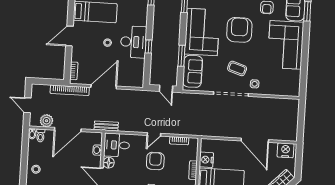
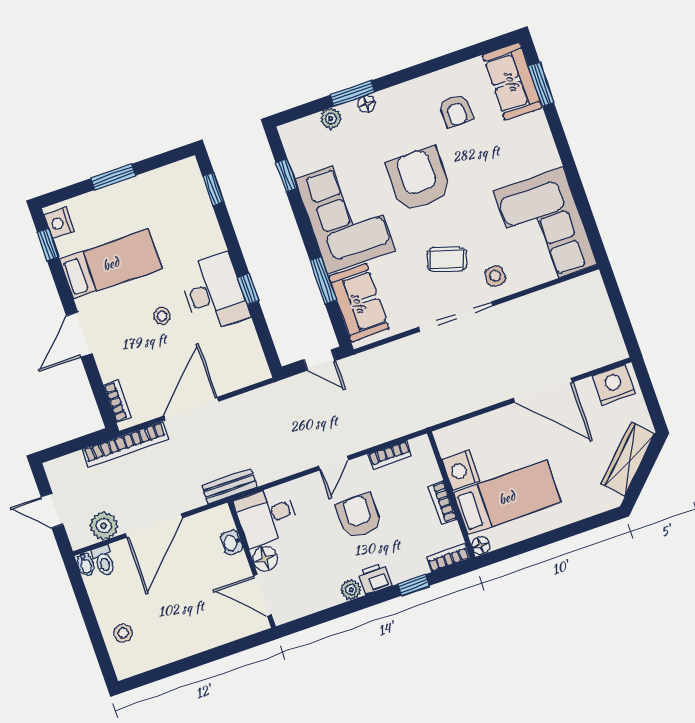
corner sofa: (286, 45) -> (545, 228), moved

